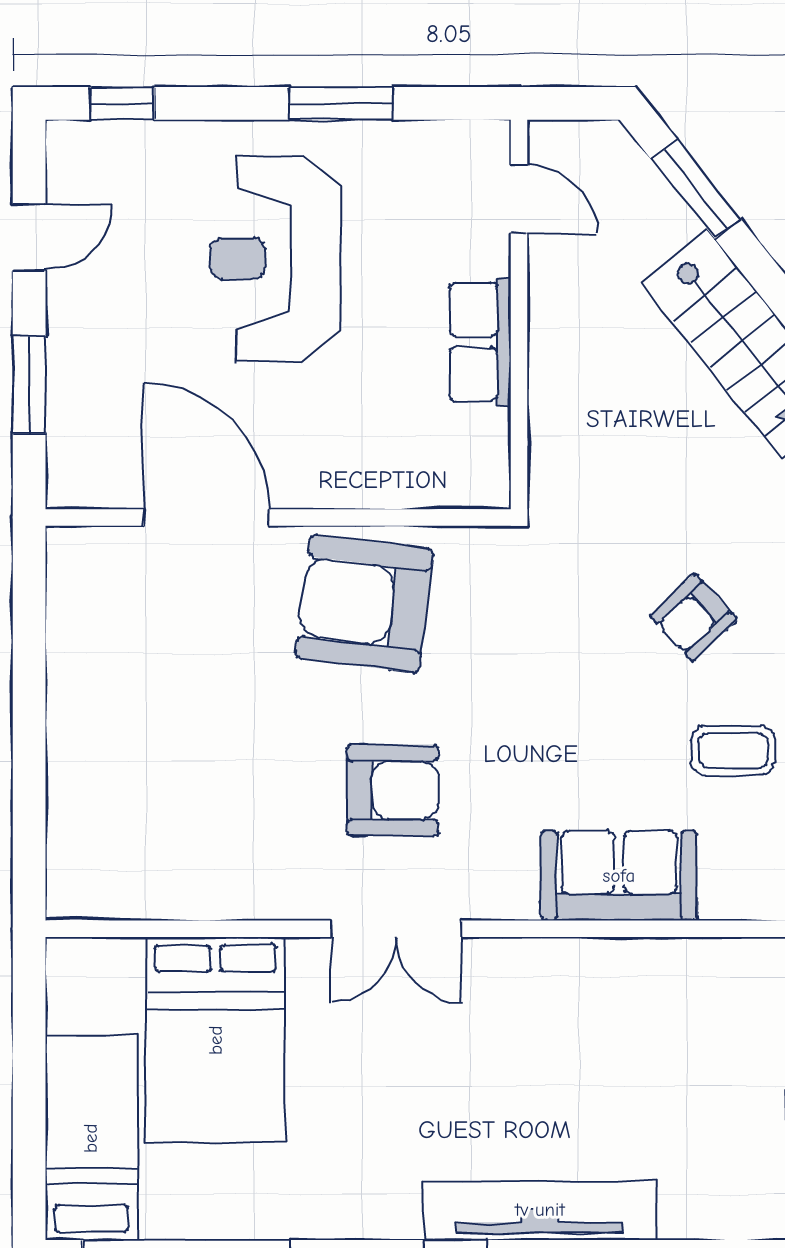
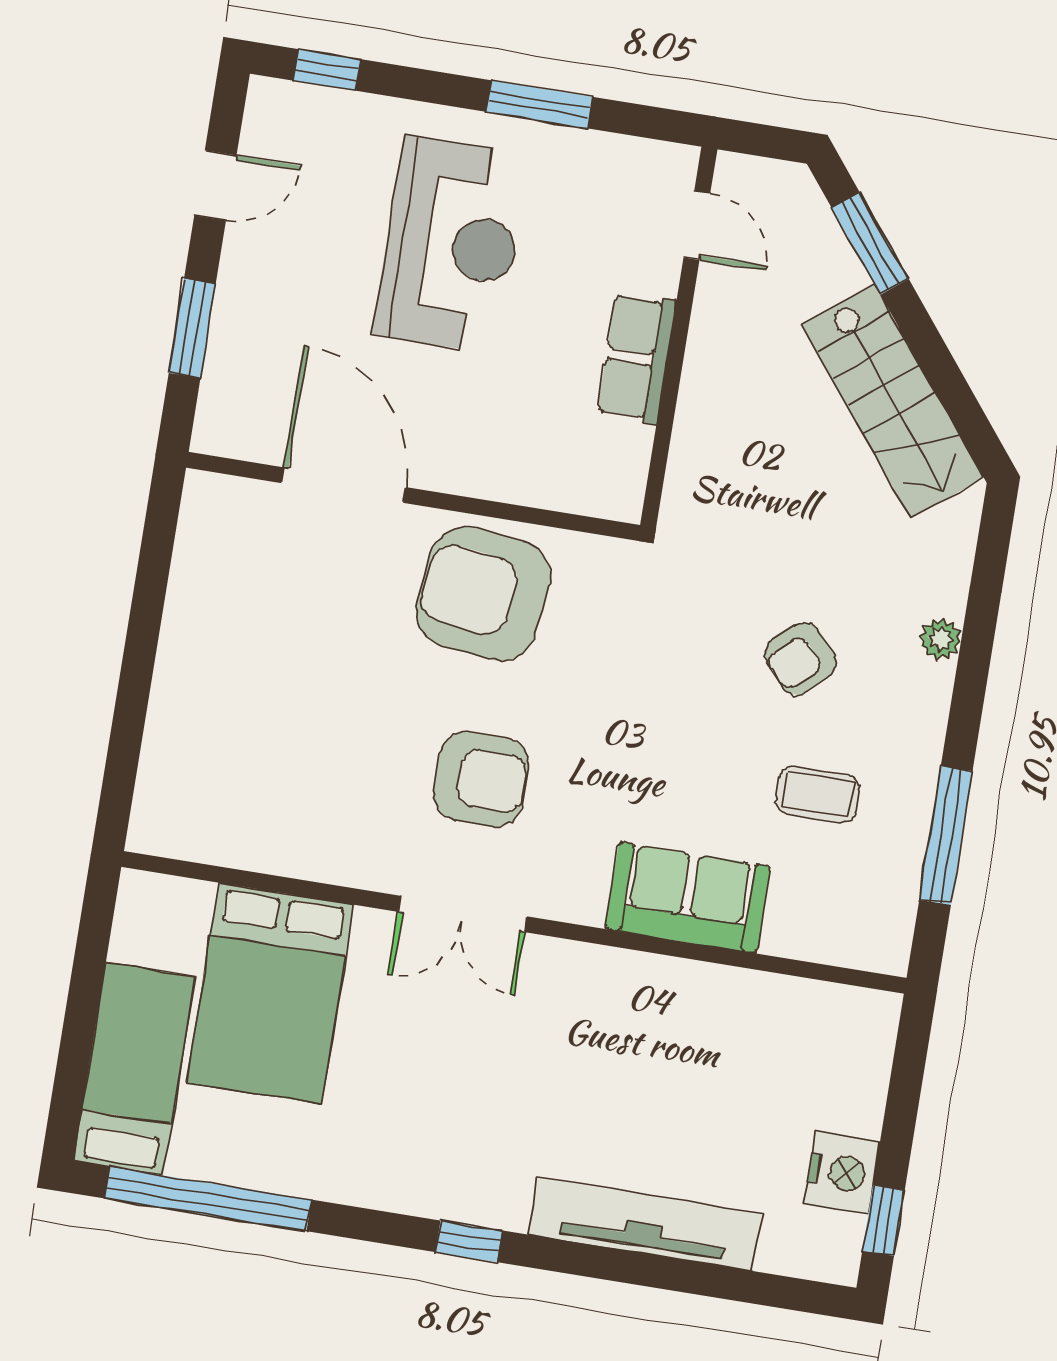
reception desk: (275, 258) -> (451, 245), turned 180
tv unit: (540, 1210) -> (645, 1224), moved

